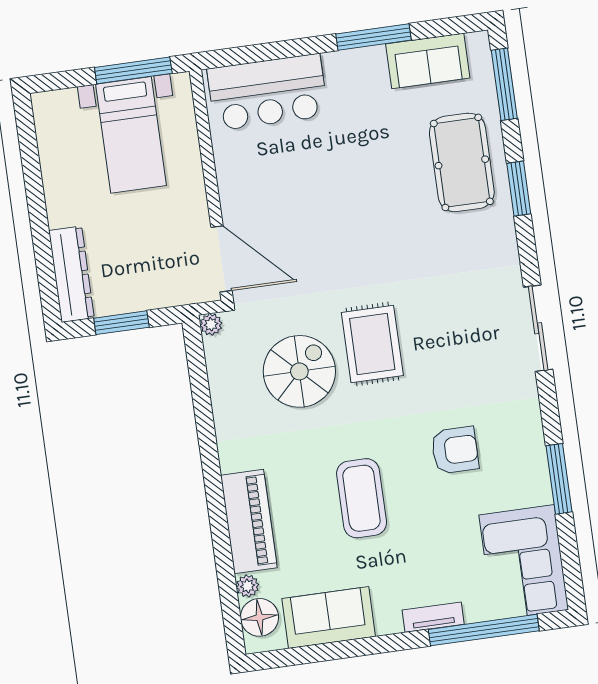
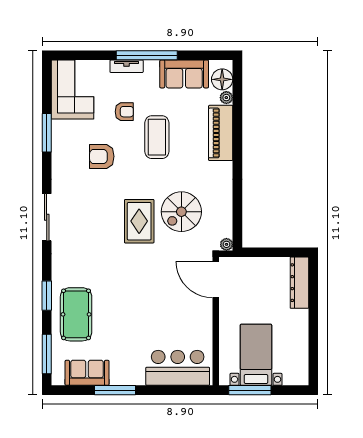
window: (121, 323) -> (276, 252), removed
armchair: (426, 536) -> (124, 112), added
window: (484, 630) -> (147, 55), moved

